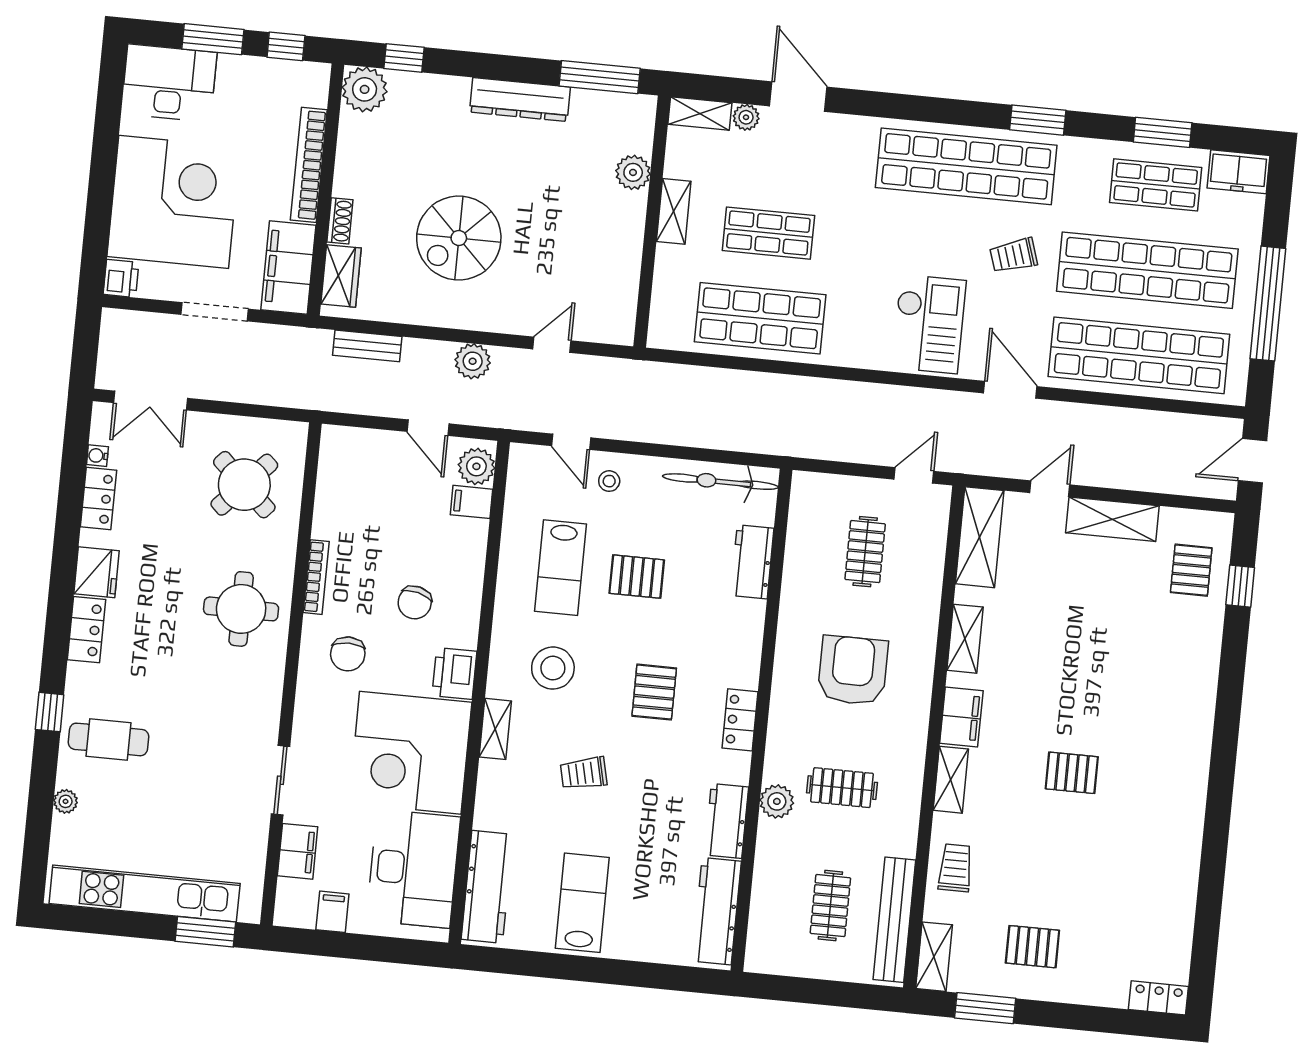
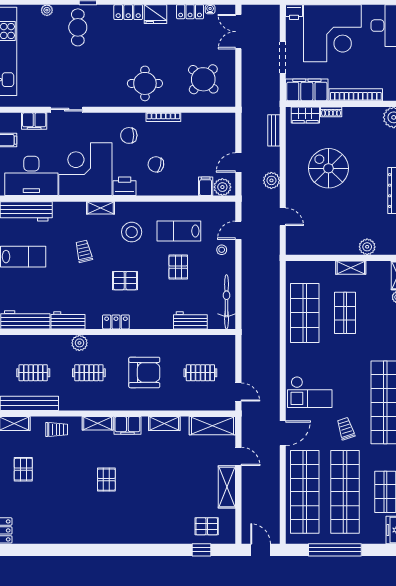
clothes rail: (842, 788) -> (89, 373), turned 90

